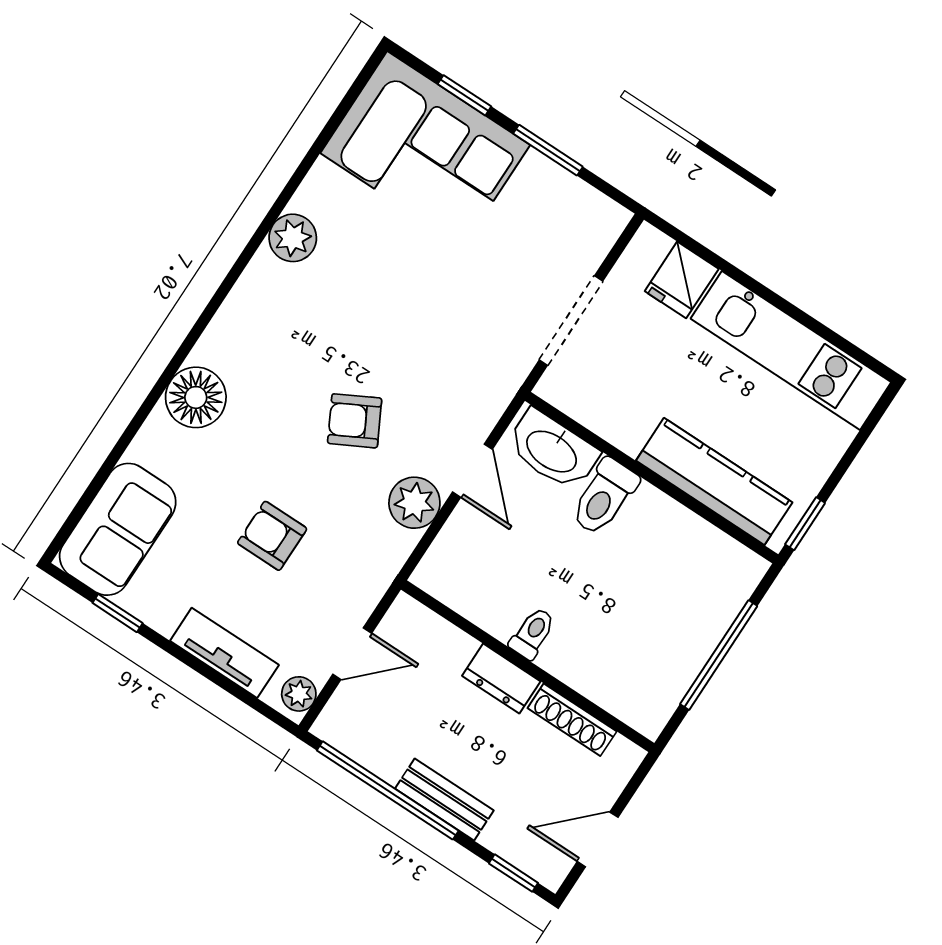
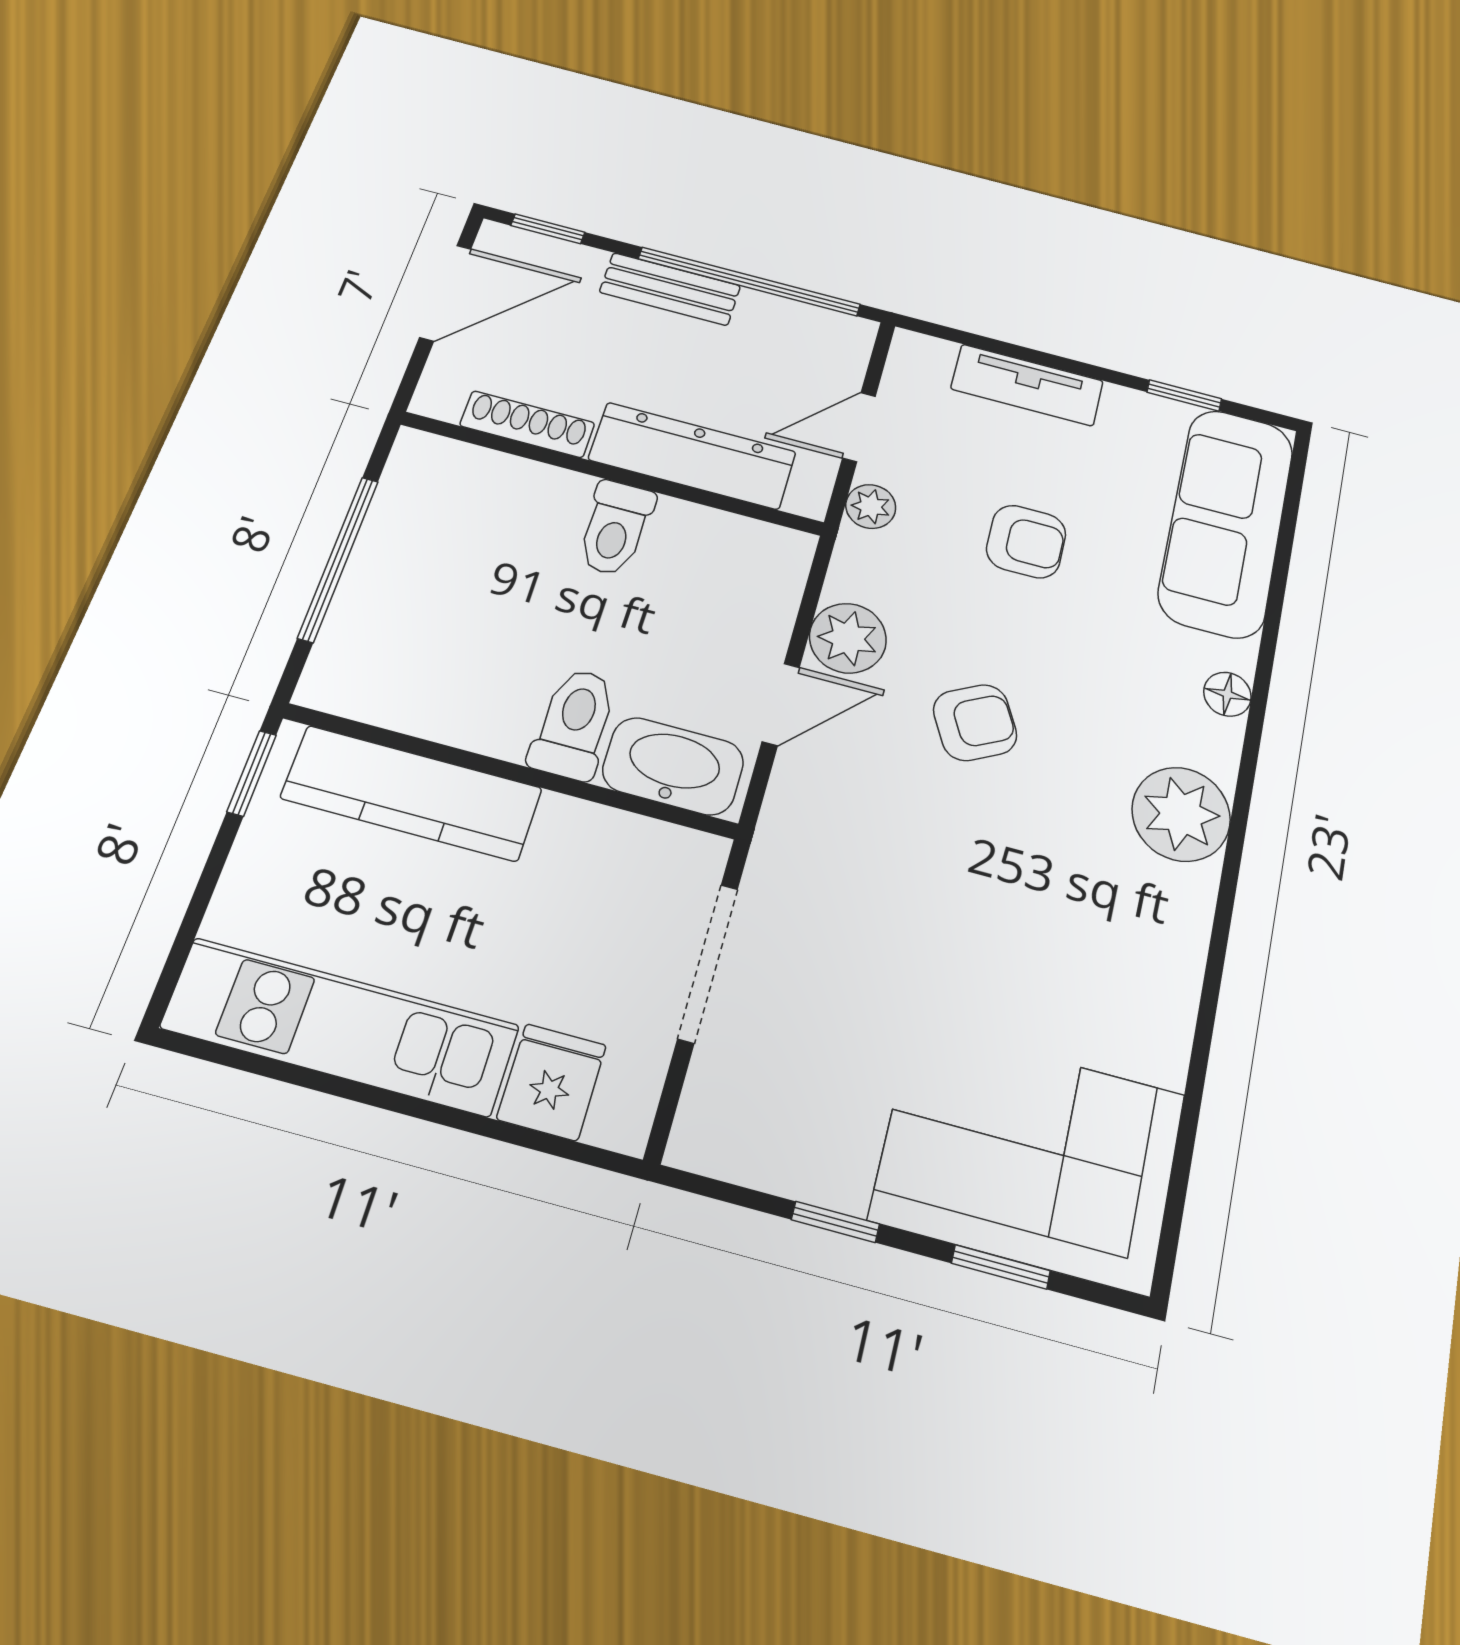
window: (548, 150) -> (835, 1222), width x0.67
plant: (293, 238) -> (1181, 814), moved, width x1.36, depth x1.36
floor lamp: (196, 397) -> (1227, 694), width x0.53, depth x0.53
door: (472, 471) -> (781, 704), swing flipped
sofa: (118, 529) -> (1226, 522), width x1.36
toilet: (533, 633) -> (615, 528), width x1.37, depth x1.39
dresser: (501, 679) -> (692, 456), width x1.96, depth x1.24
plant: (299, 694) -> (871, 506), moved
door: (598, 839) -> (446, 293), width x1.38

